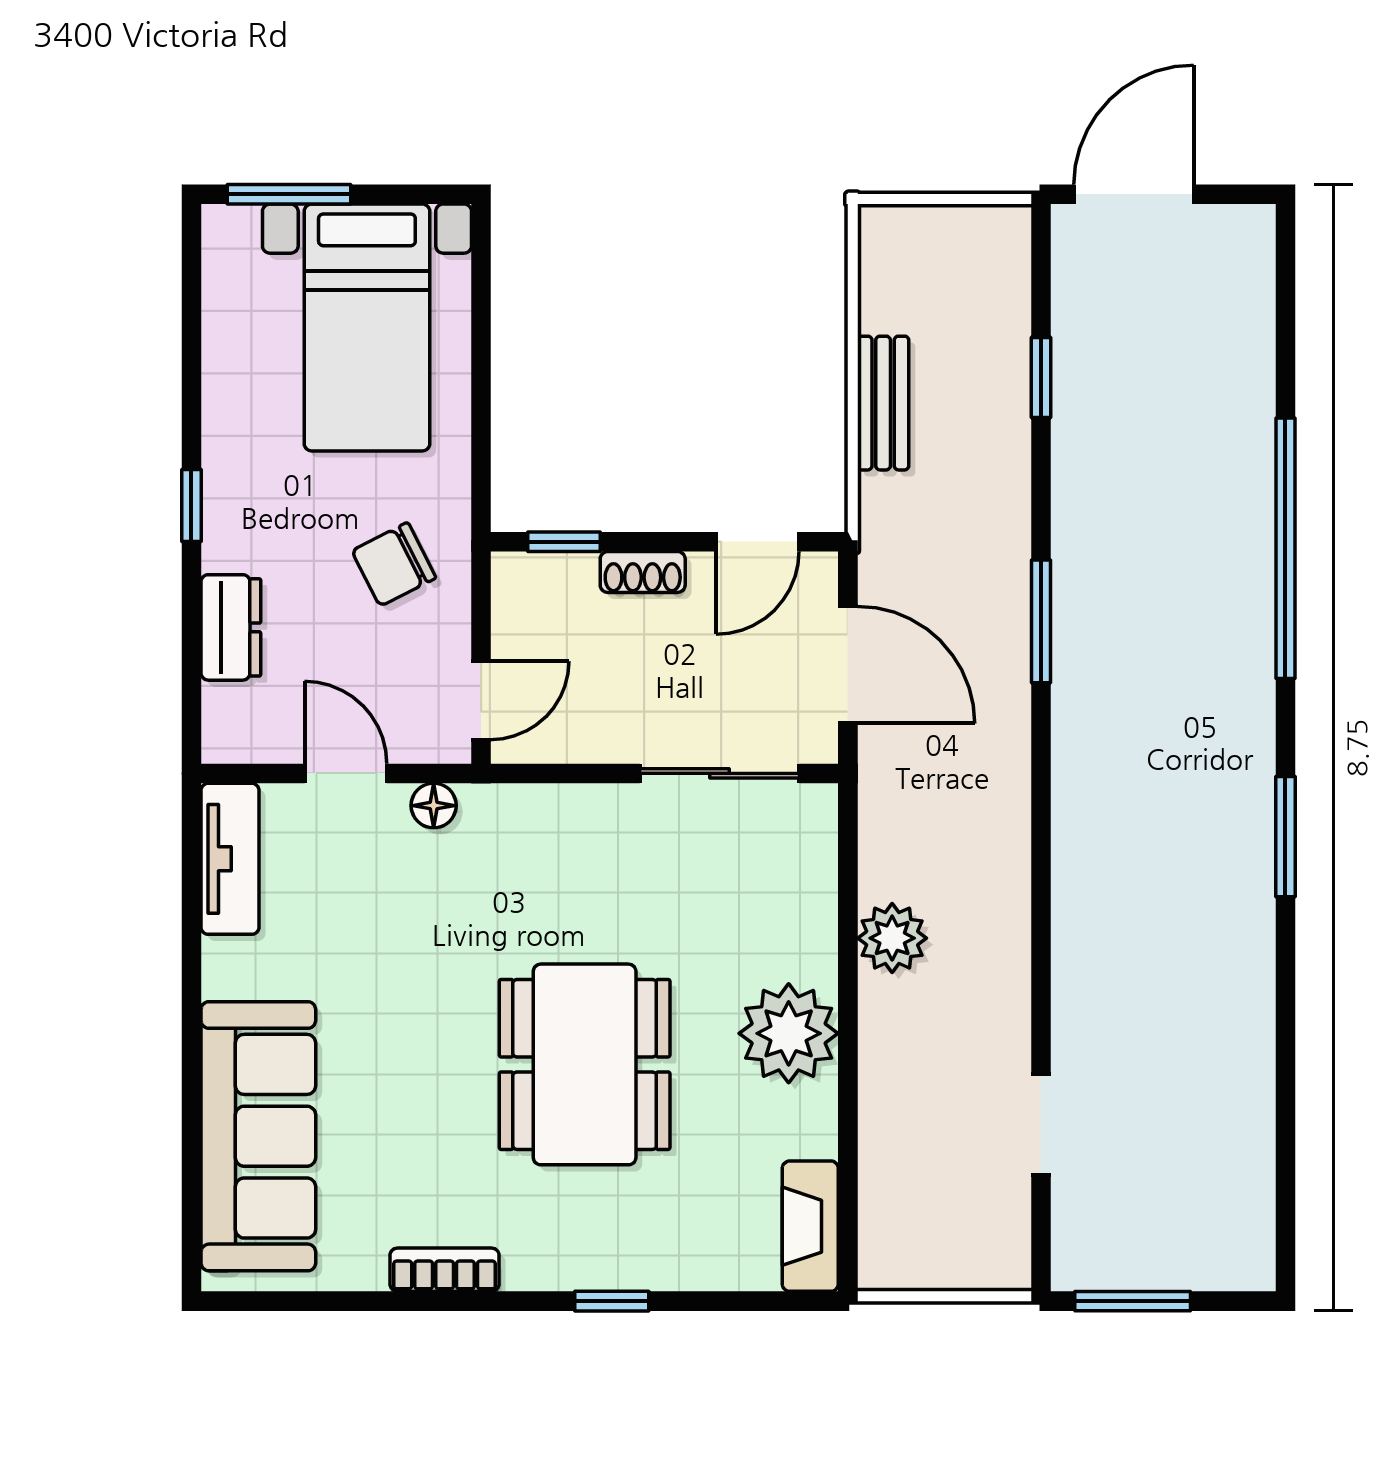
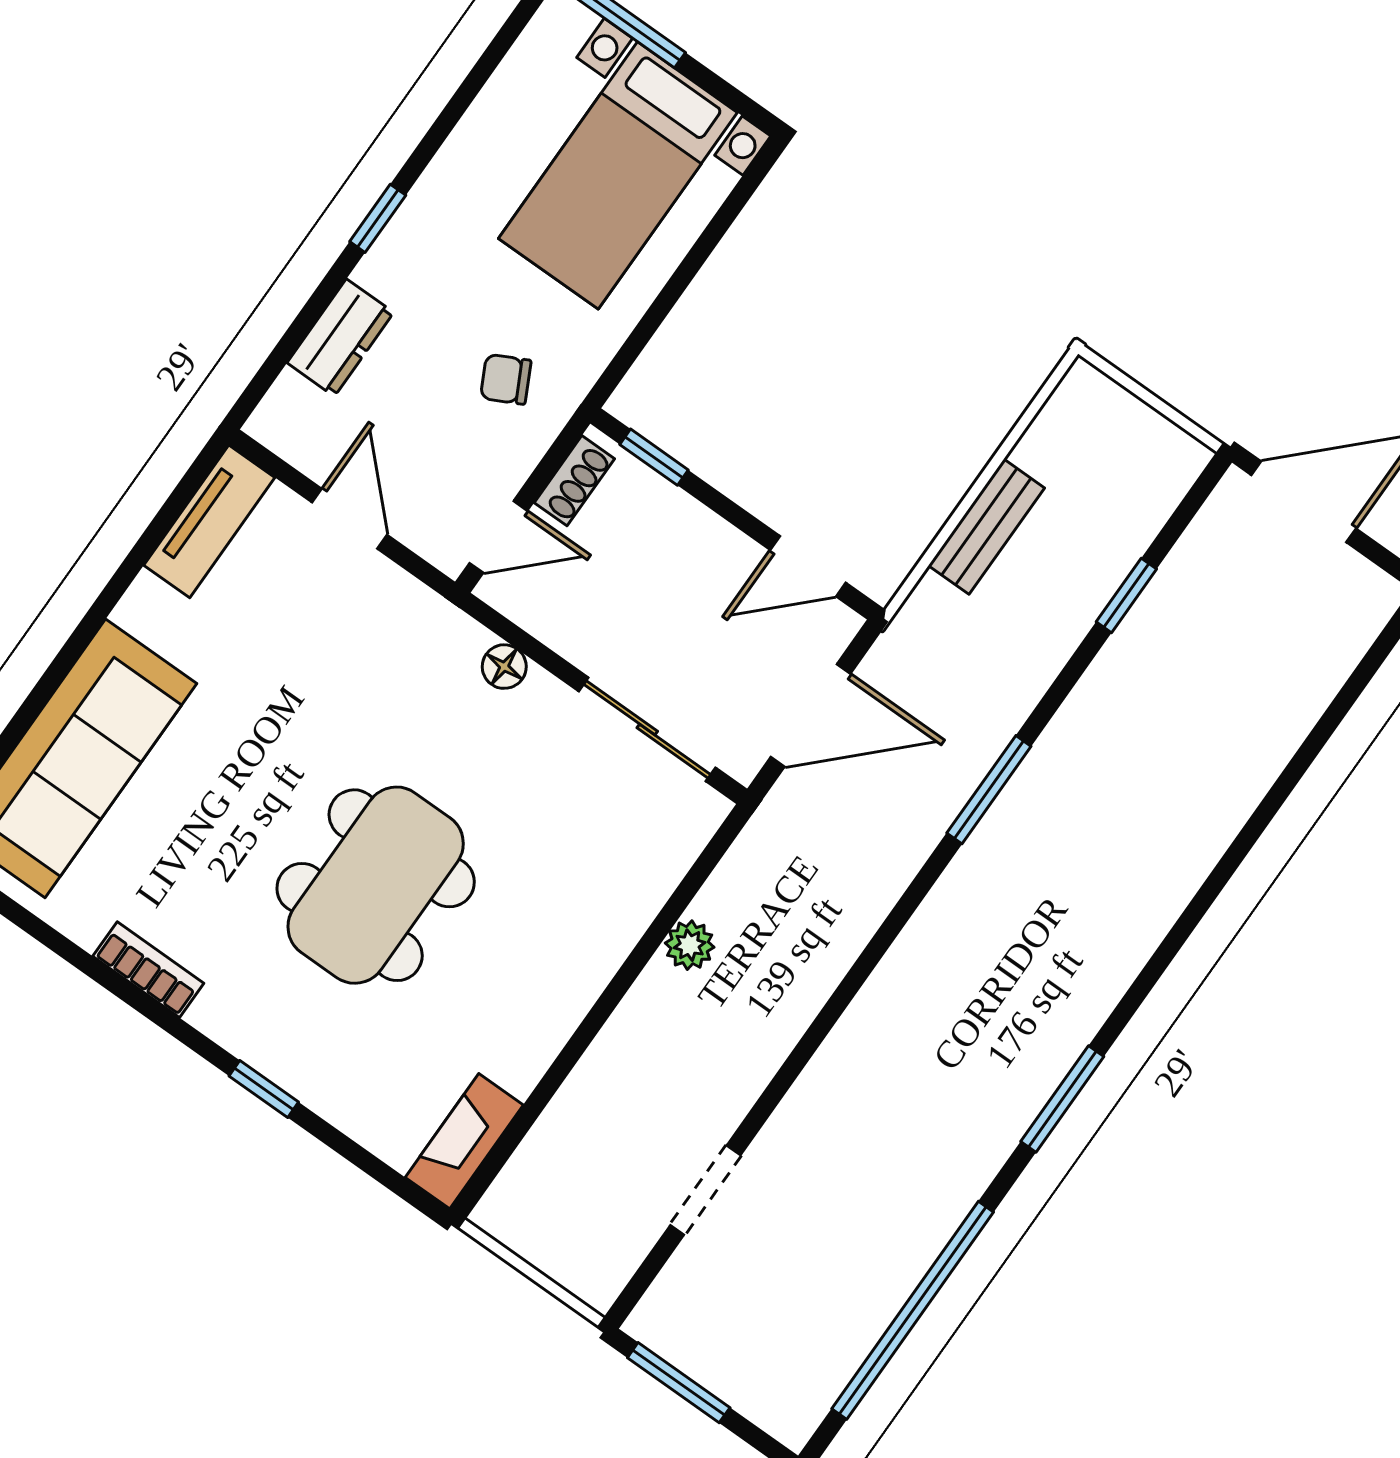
window: (1285, 548) -> (913, 1310), moved
chair: (394, 564) -> (506, 379), width x0.73, depth x0.73
shoe rack: (643, 572) -> (574, 481), moved, turned -90
door: (848, 665) -> (811, 715), hinge flipped
floor lamp: (434, 806) -> (504, 667), moved
plant: (892, 938) -> (690, 945), width x0.73, depth x0.73
plant: (789, 1033) -> (556, 975), removed

